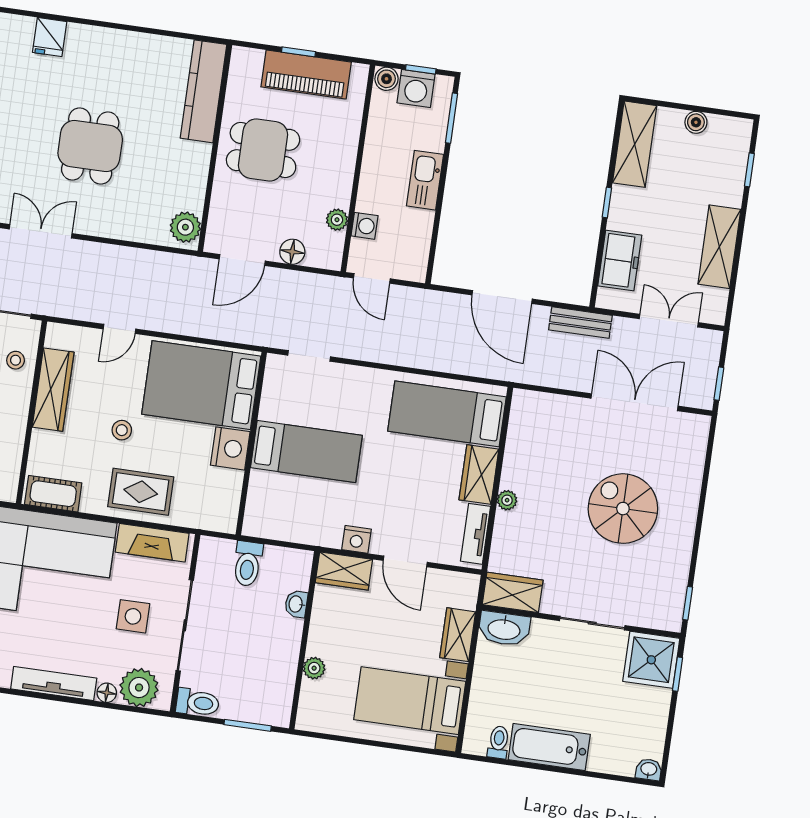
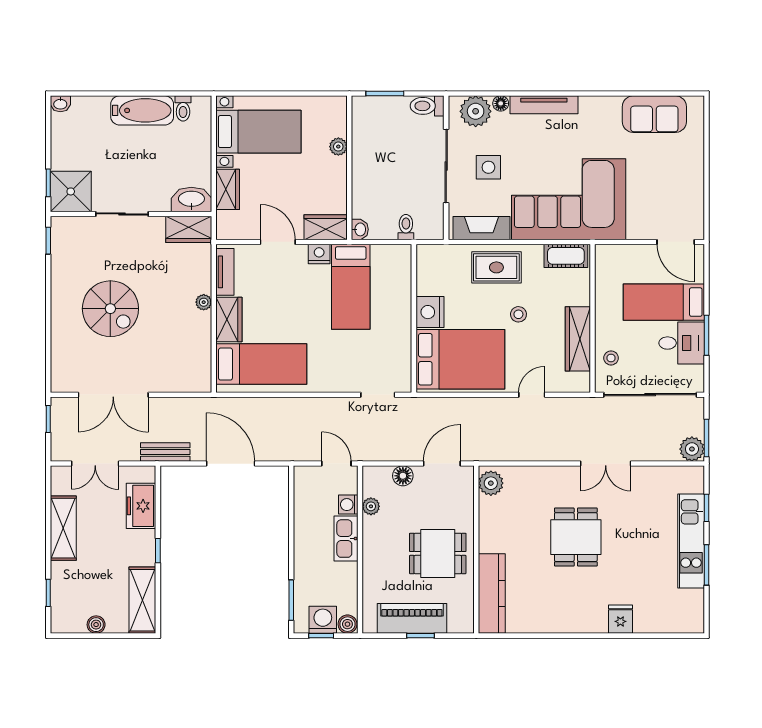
kitchen sink: (425, 180) -> (346, 539), moved, turned 180
bed: (306, 452) -> (351, 287), moved, turned -90
toilet: (248, 564) -> (406, 227), width x0.73, depth x0.72
washbasin: (296, 604) -> (360, 229), moved

